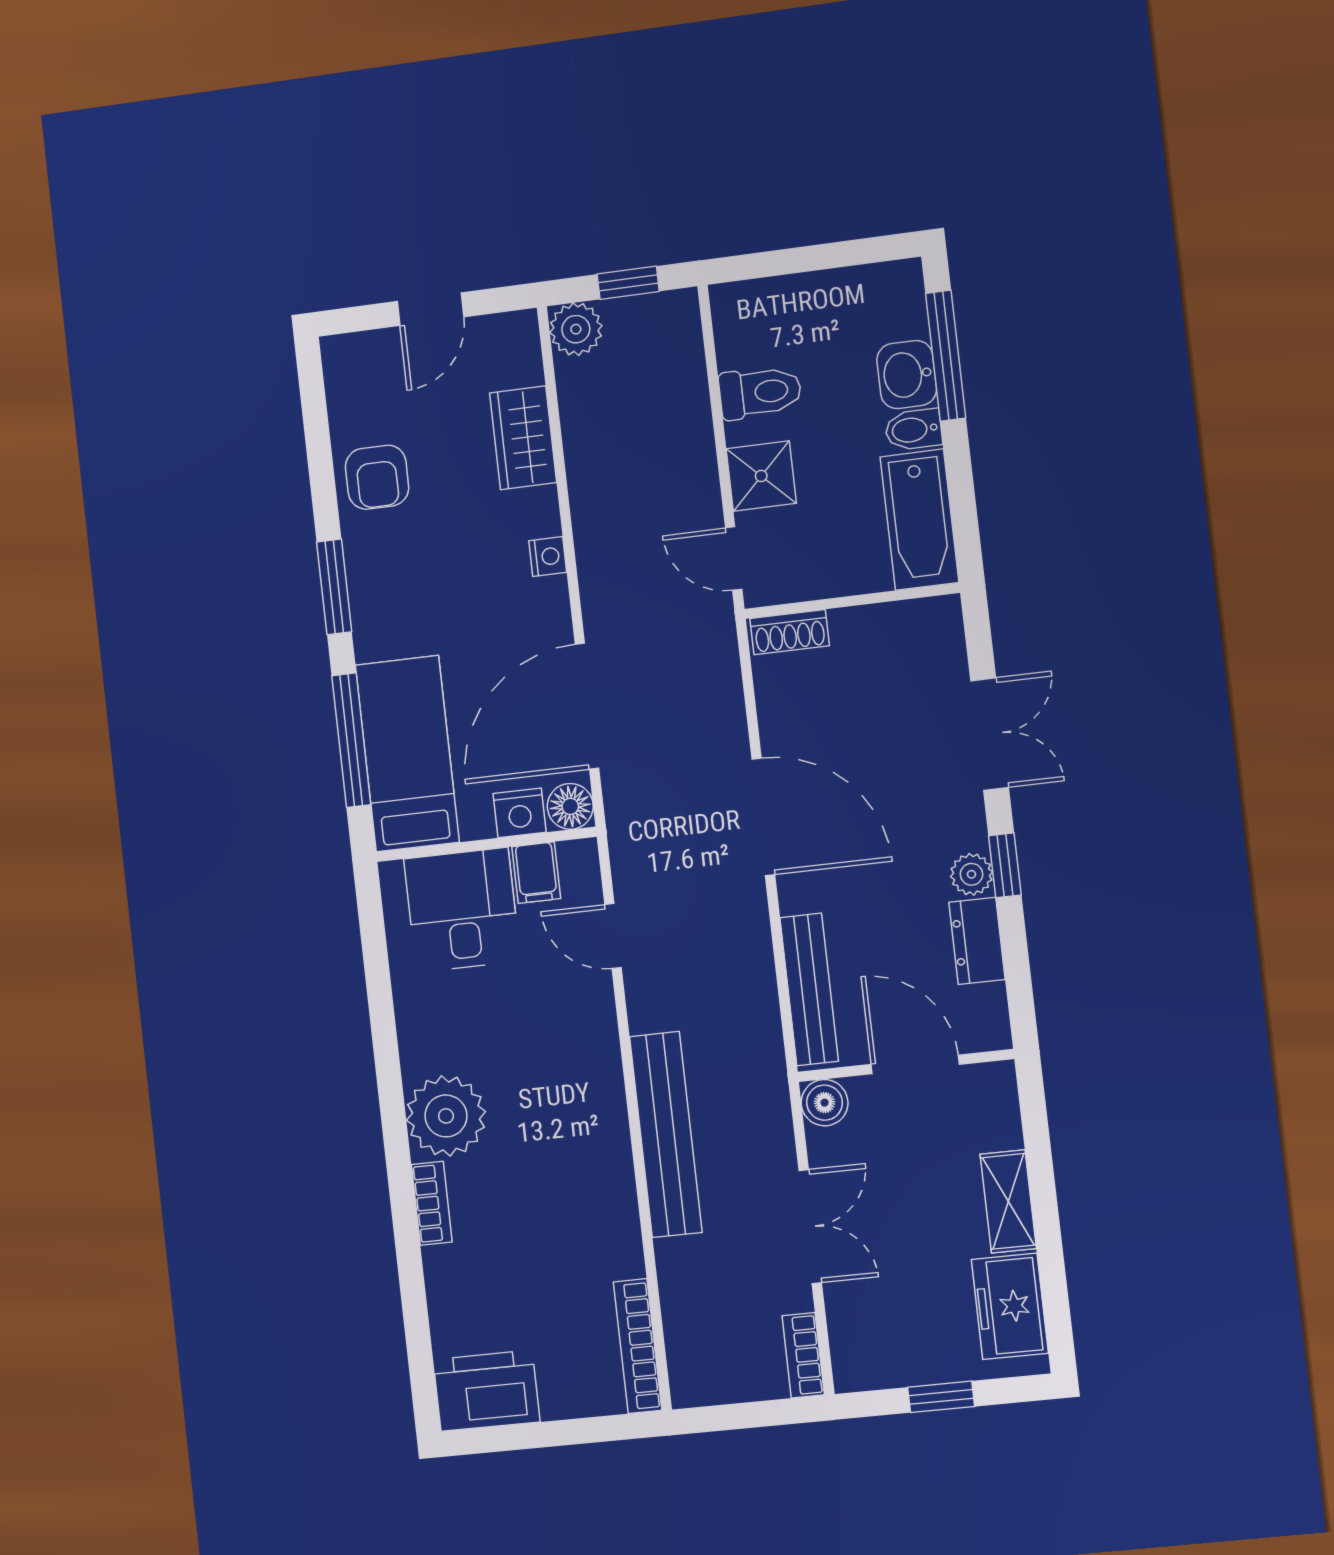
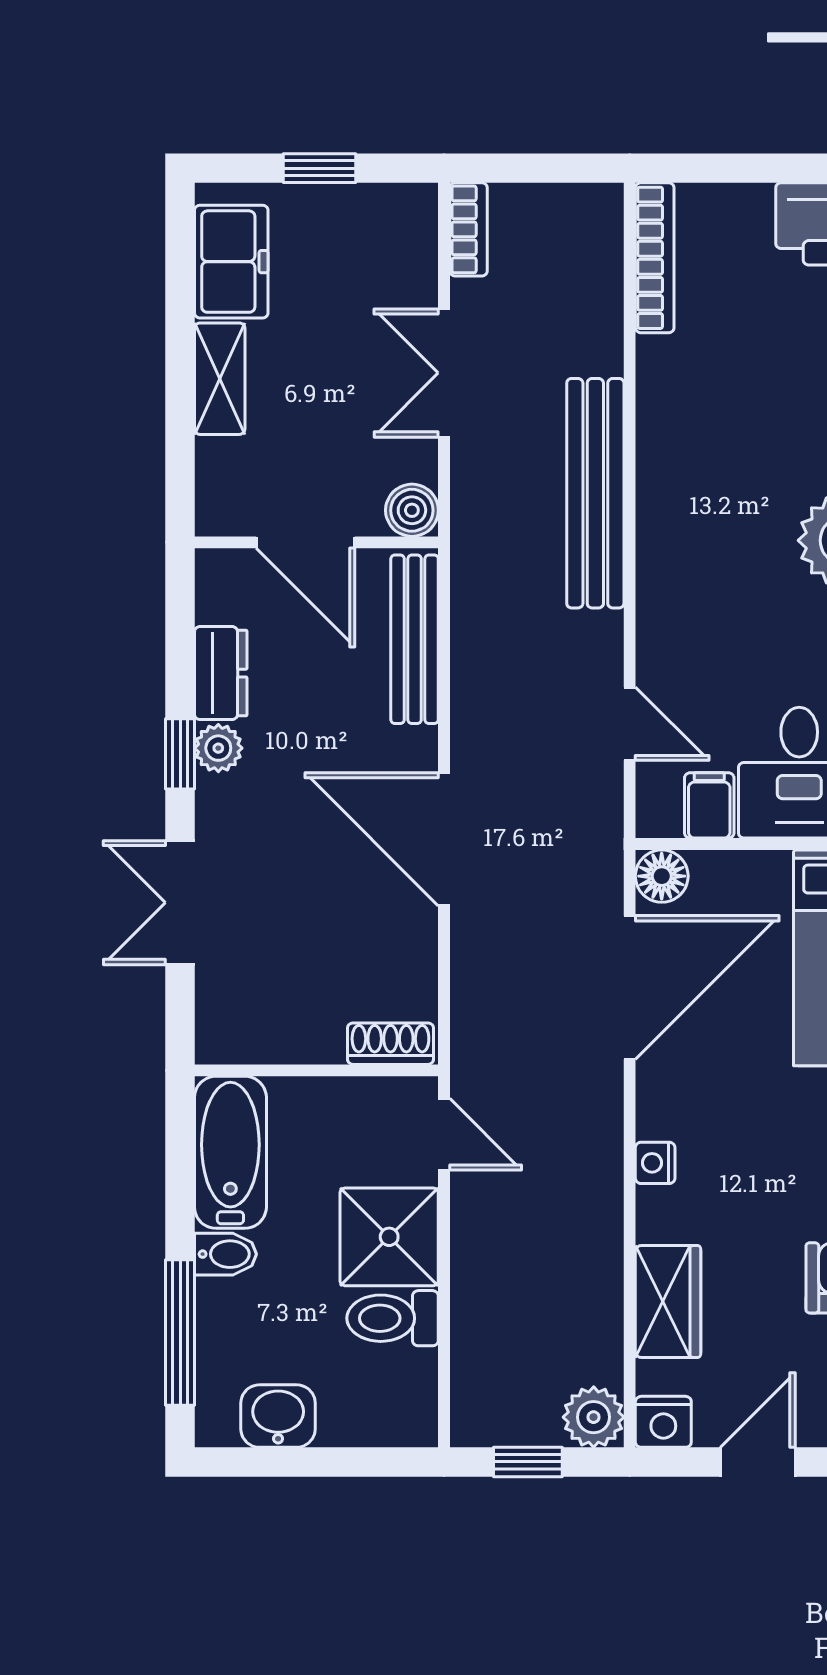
washbasin: (907, 375) -> (278, 1416), moved, turned -90
shower: (761, 476) -> (389, 1237), width x1.36, depth x1.36
nightstand: (520, 813) -> (663, 1422), moved, turned 180

